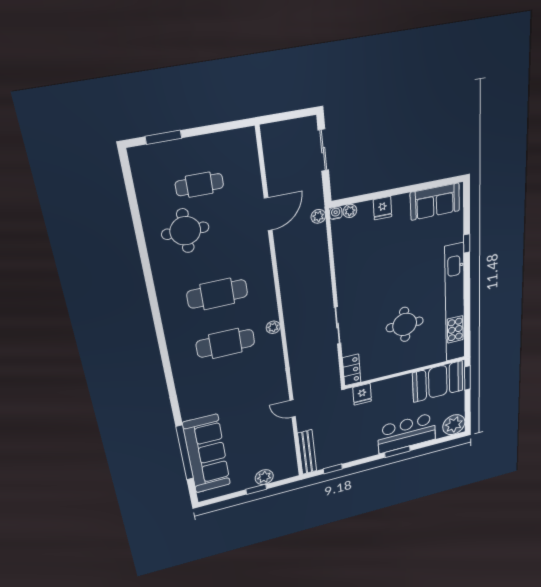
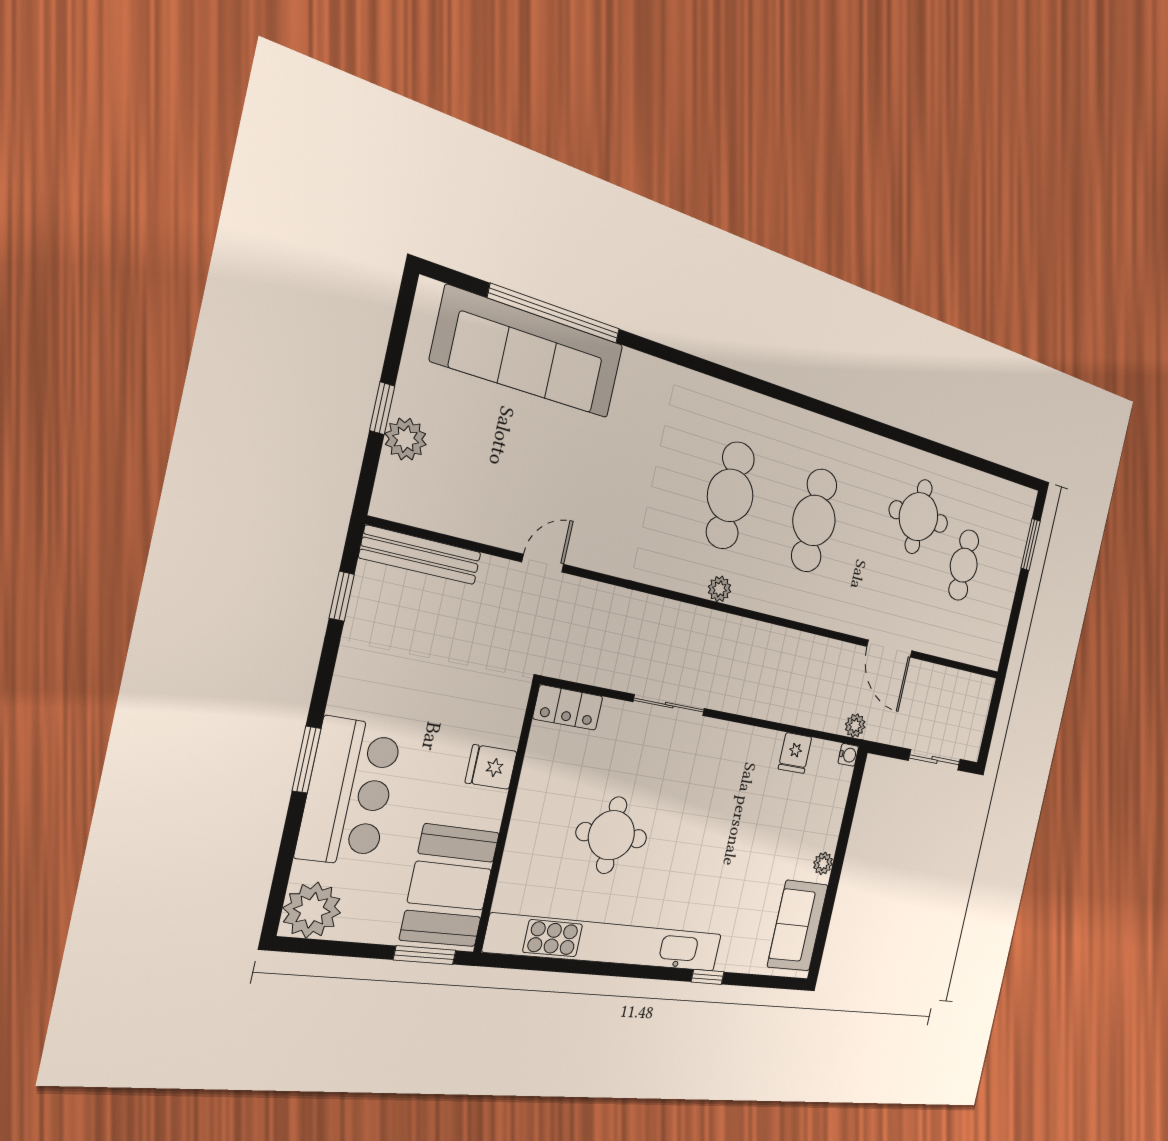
fridge: (383, 208) -> (795, 753), moved, turned -90
plant: (350, 211) -> (823, 863), moved
fridge: (362, 394) -> (491, 767), moved

